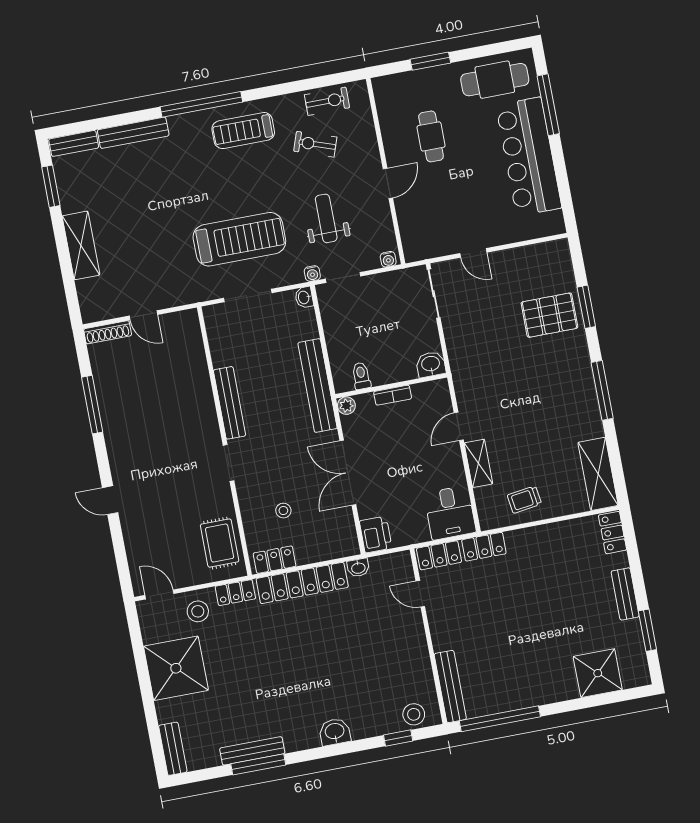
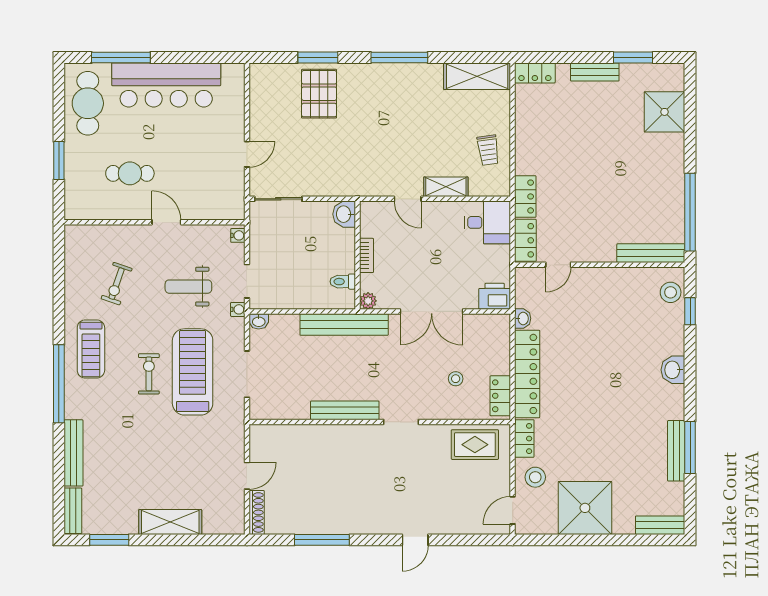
exercise bike: (327, 101) -> (149, 374), moved

